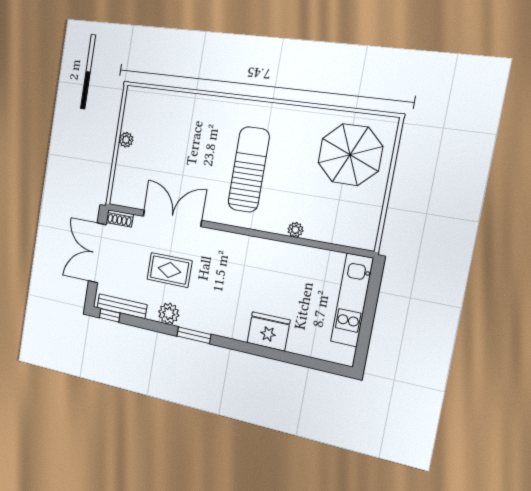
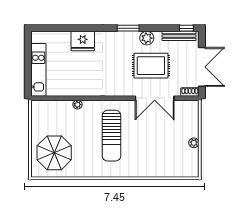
rug: (169, 270) -> (151, 66), width x1.36, depth x1.43

